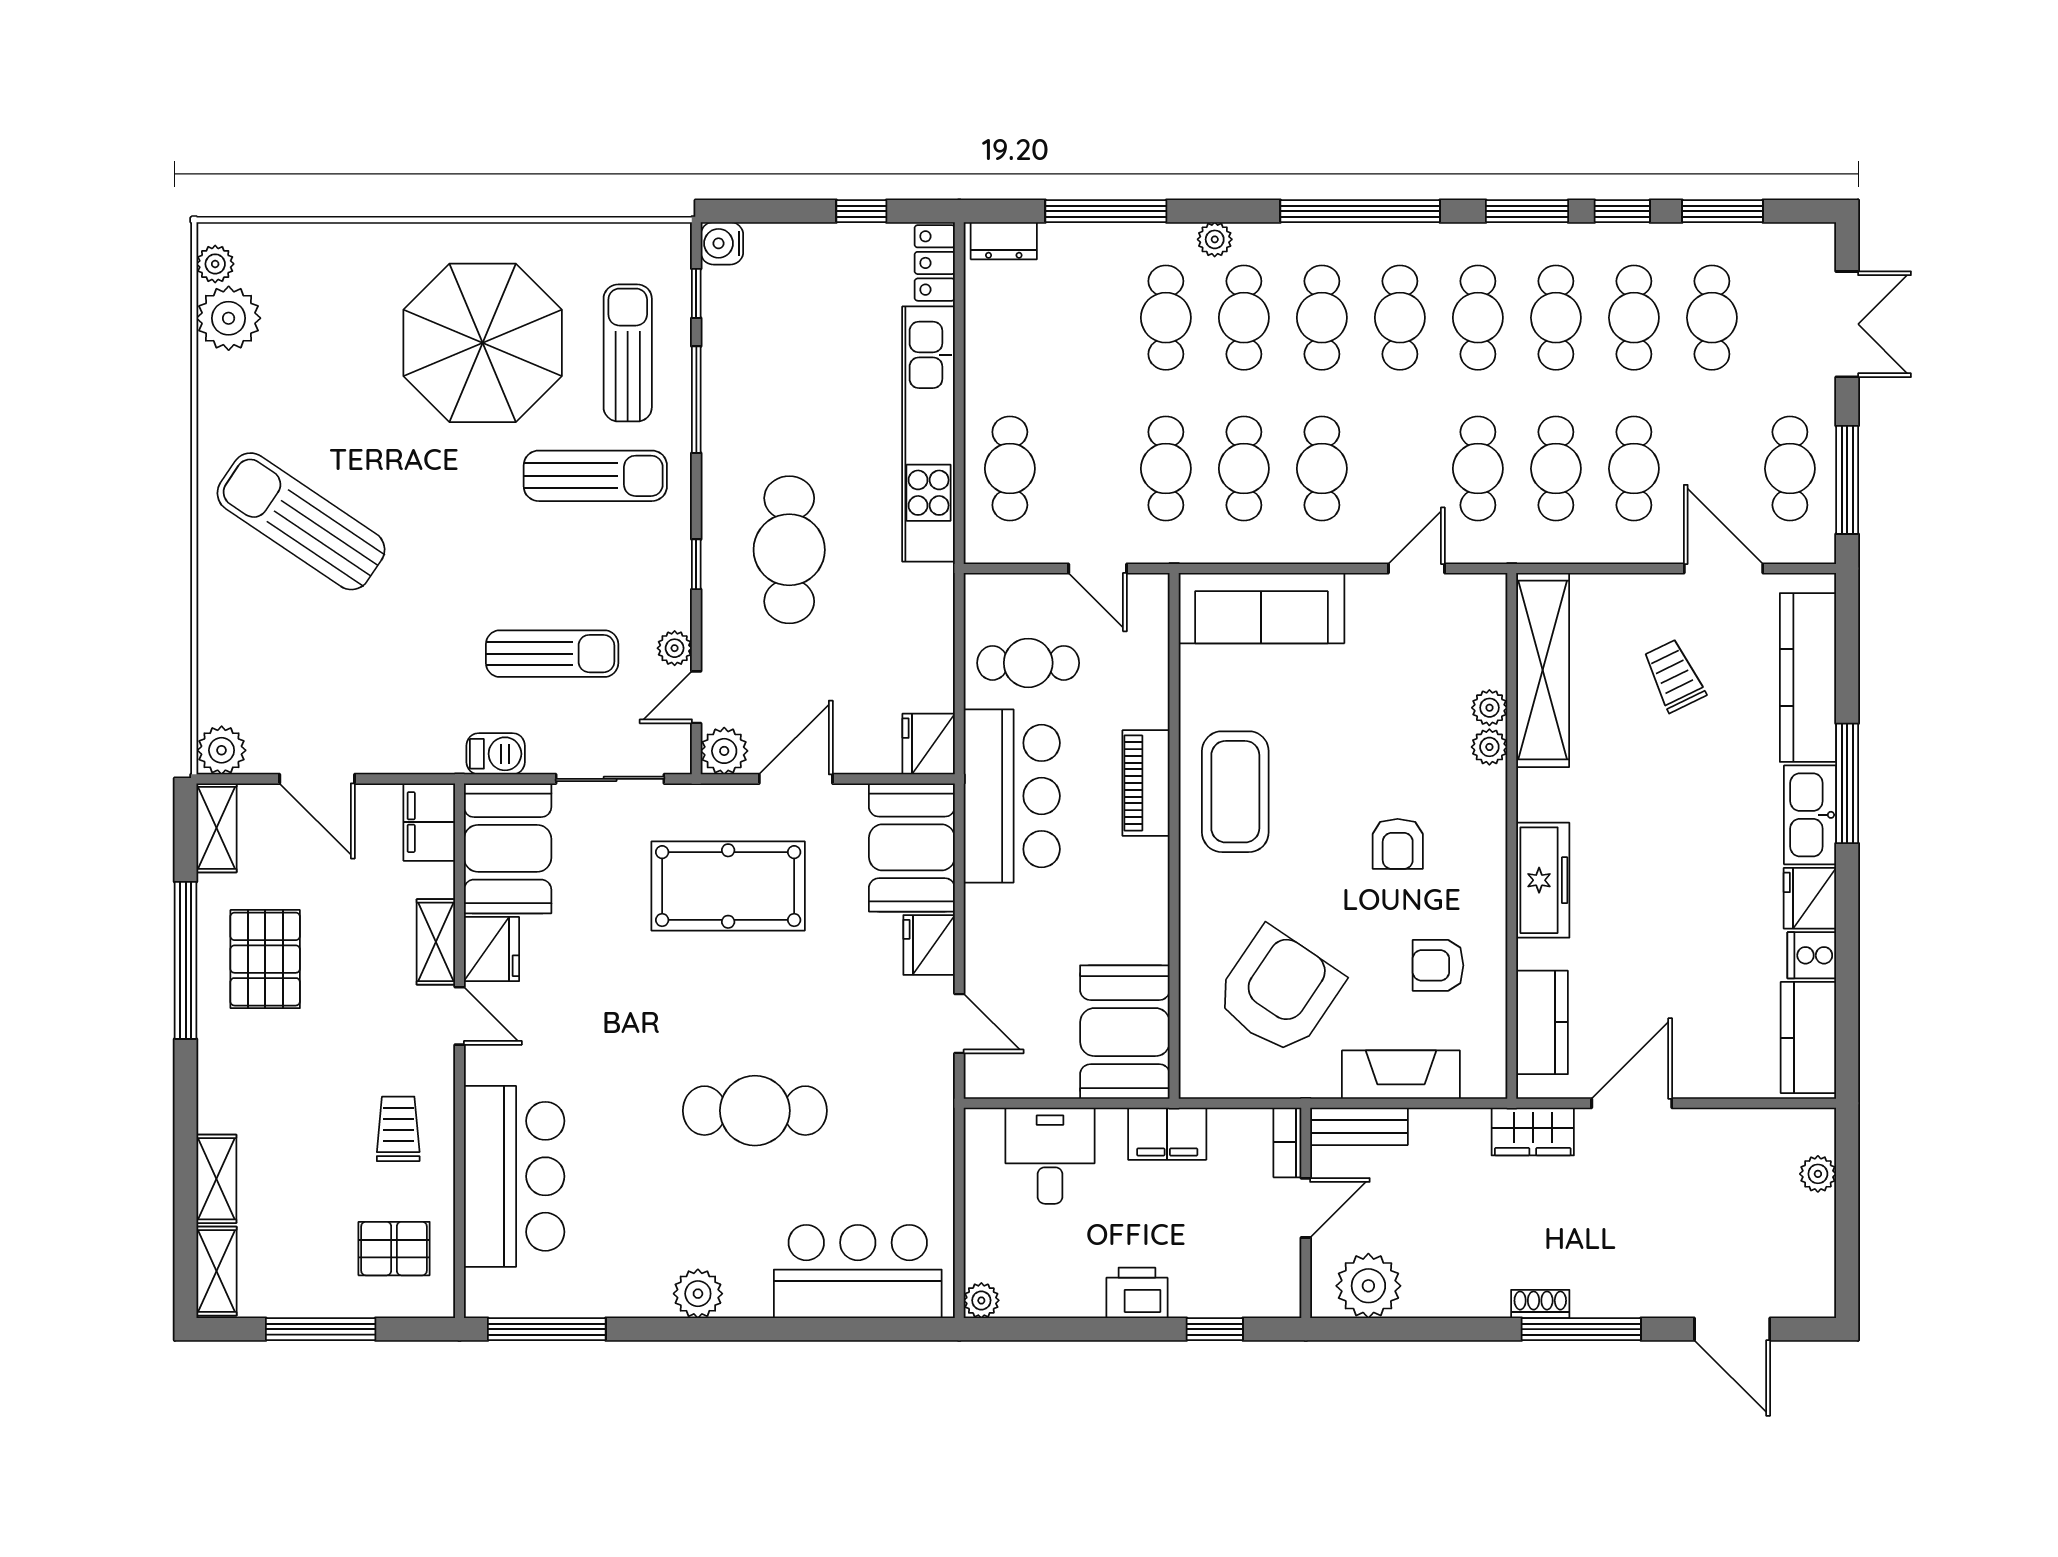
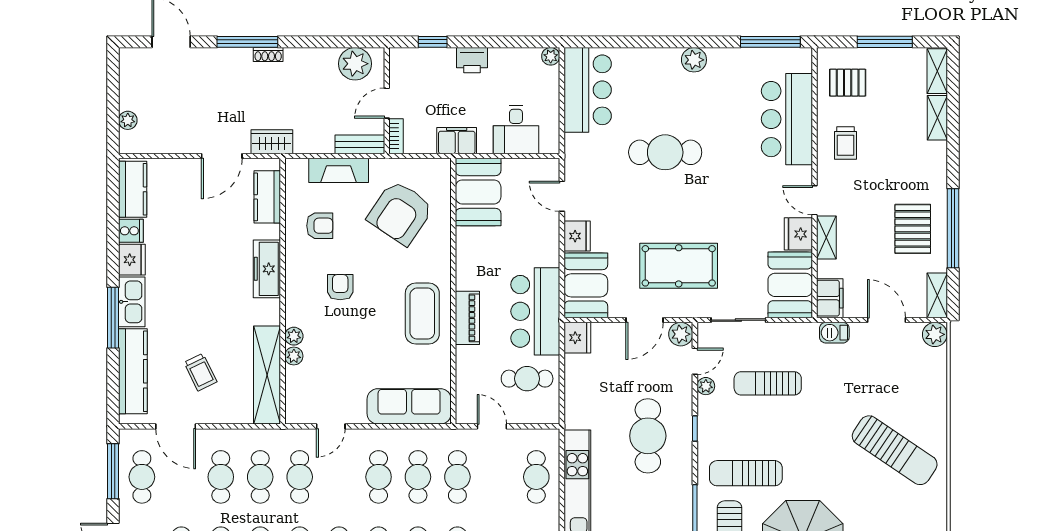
barbecue: (496, 754) -> (834, 333), moved
bar counter: (858, 1271) -> (588, 90), moved, turned -90

